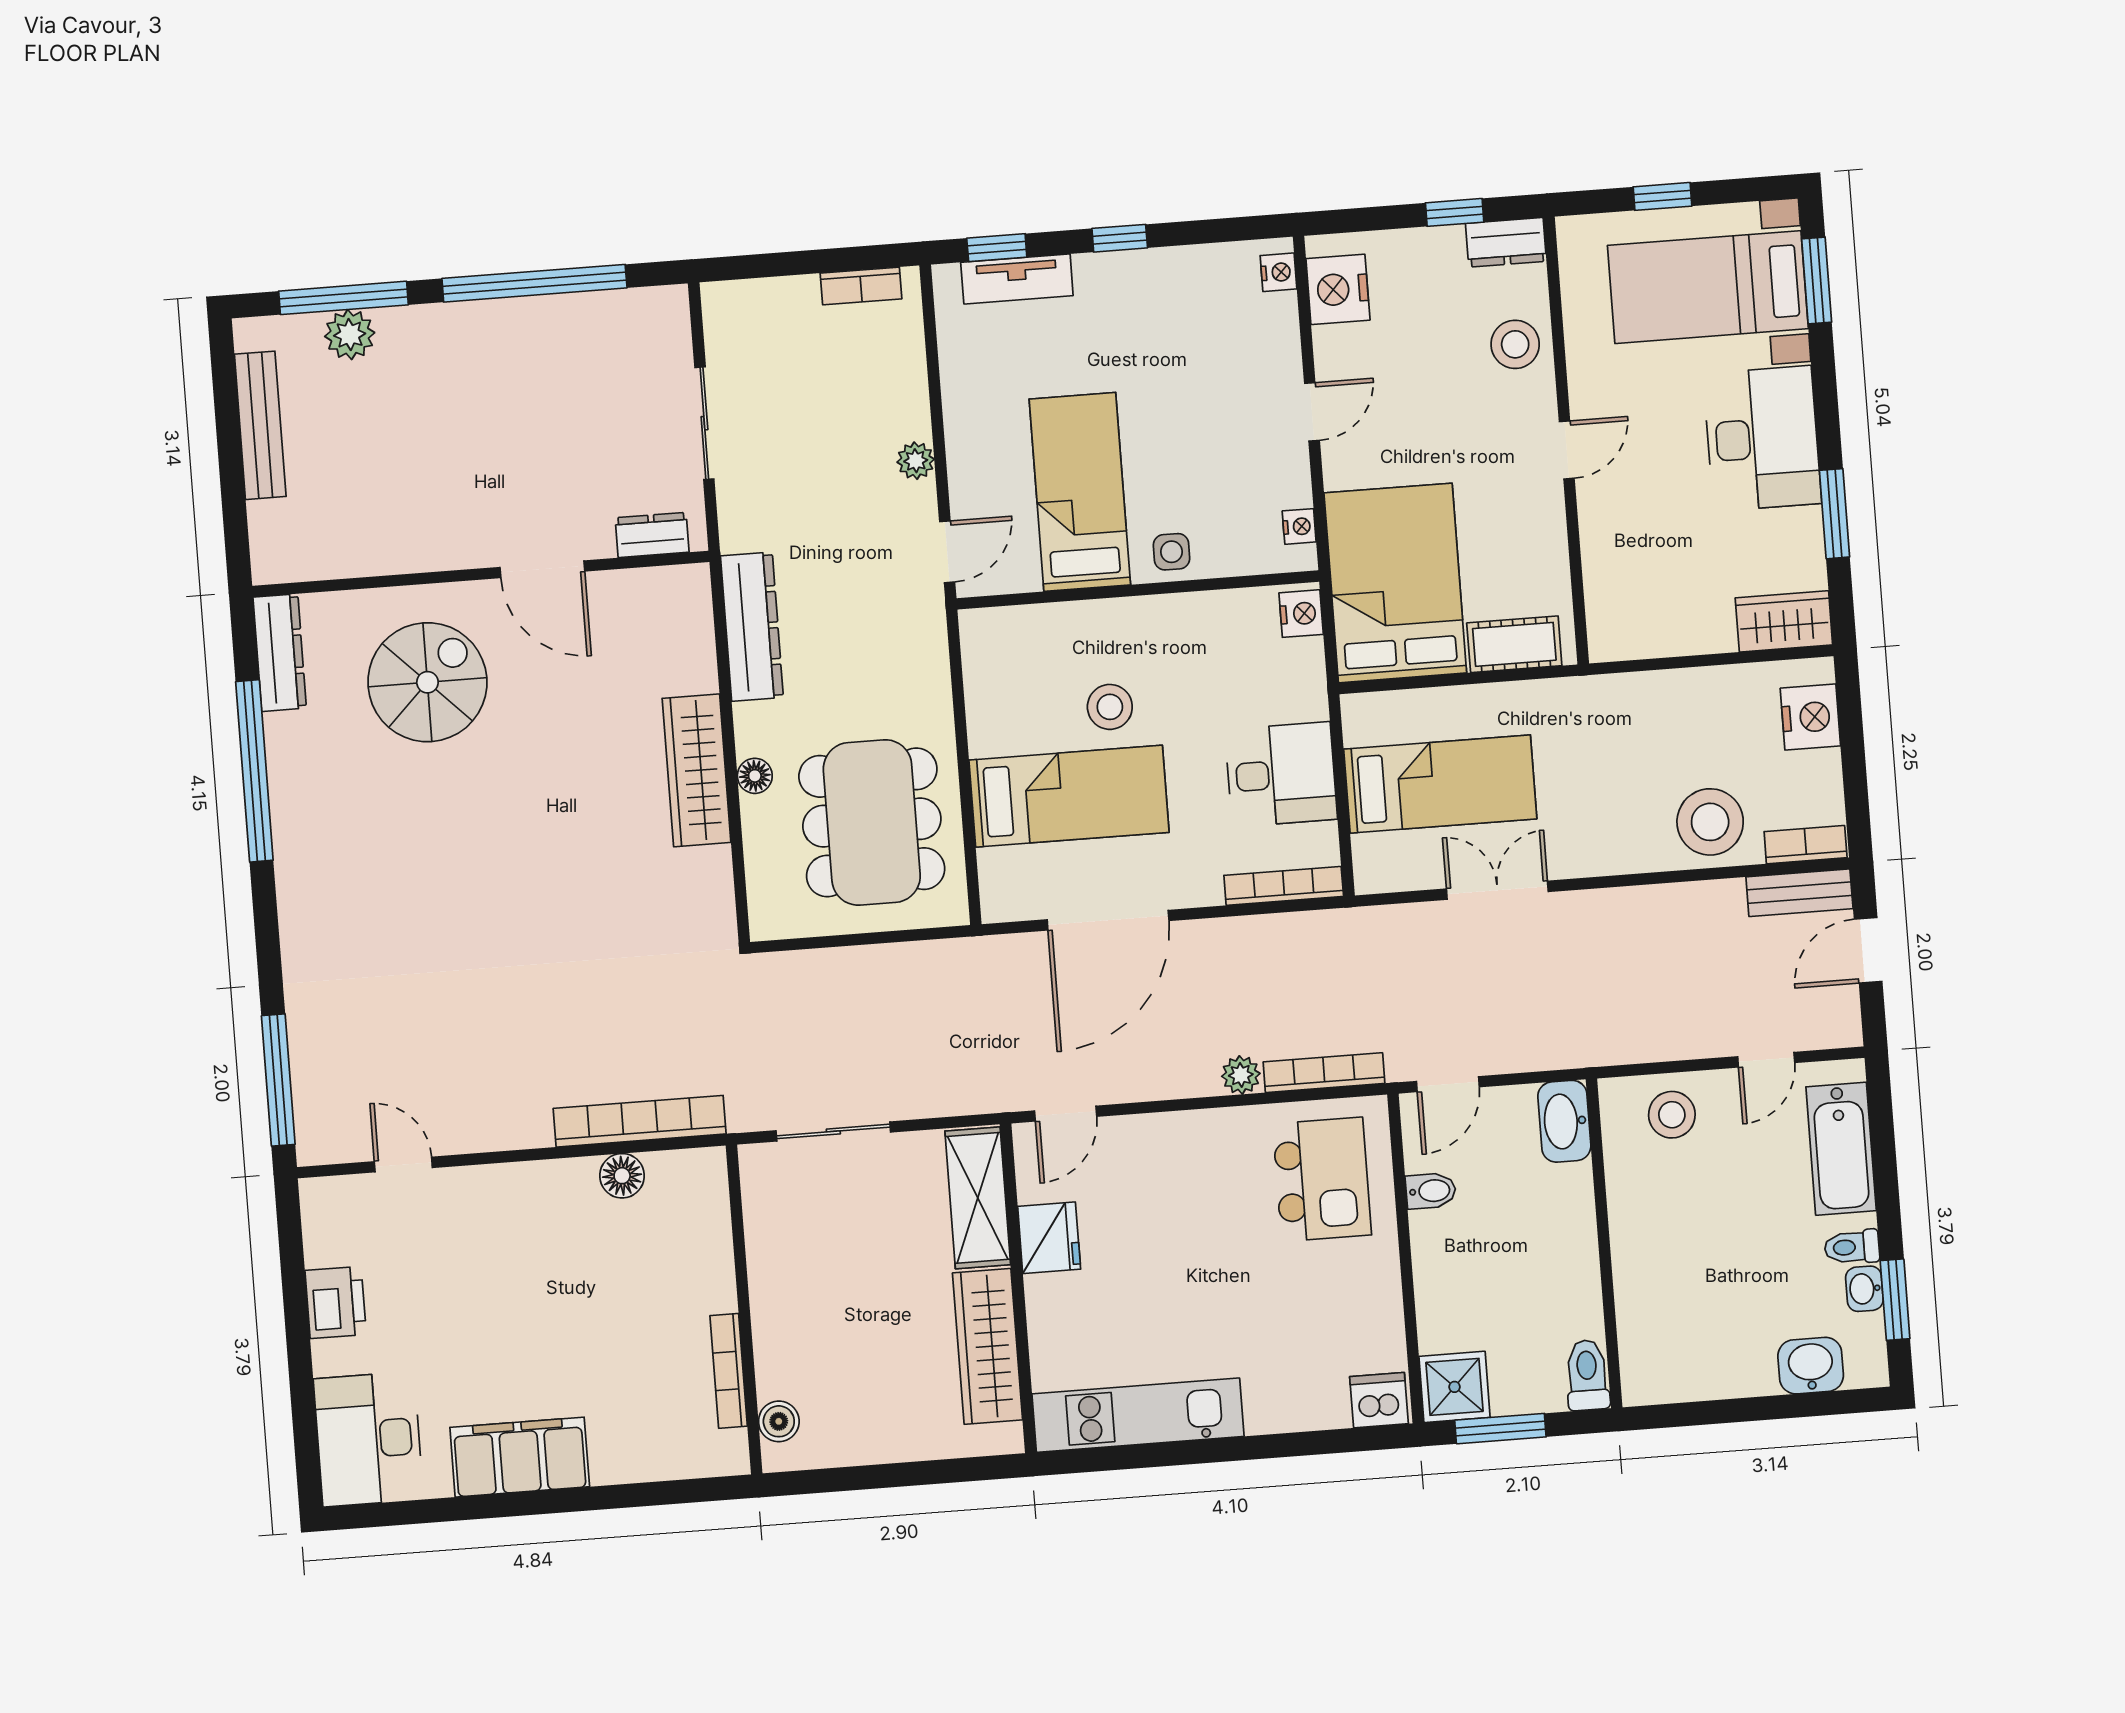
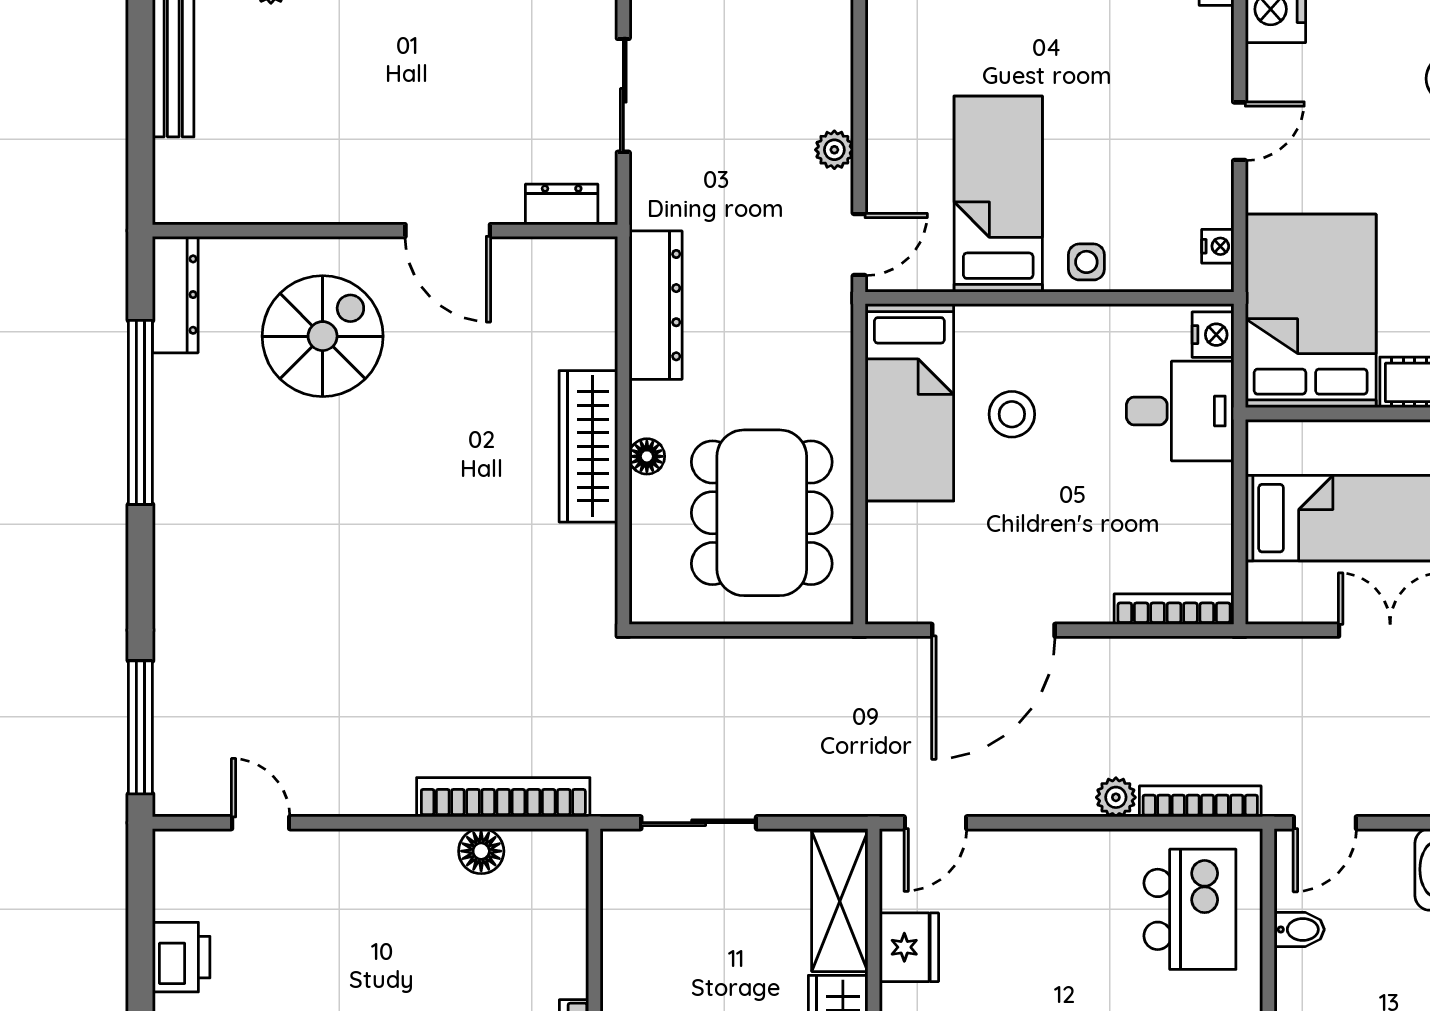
desk: (1281, 774) -> (1180, 411), moved
bed: (1069, 796) -> (909, 402), moved, turned 90

